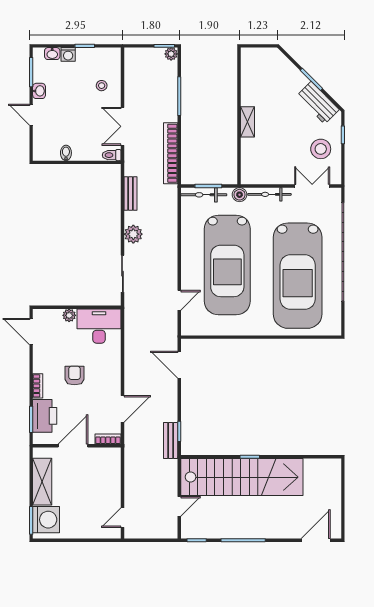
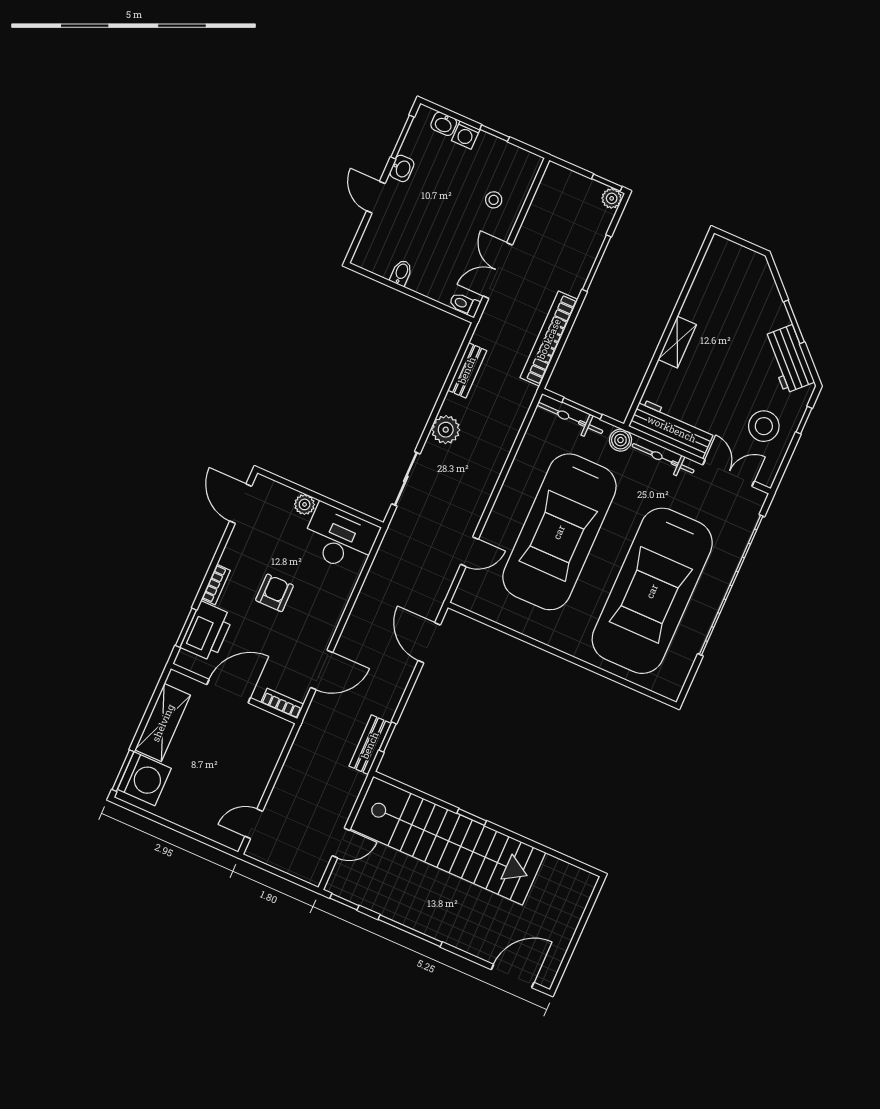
workbench: (267, 175) -> (672, 429), added

